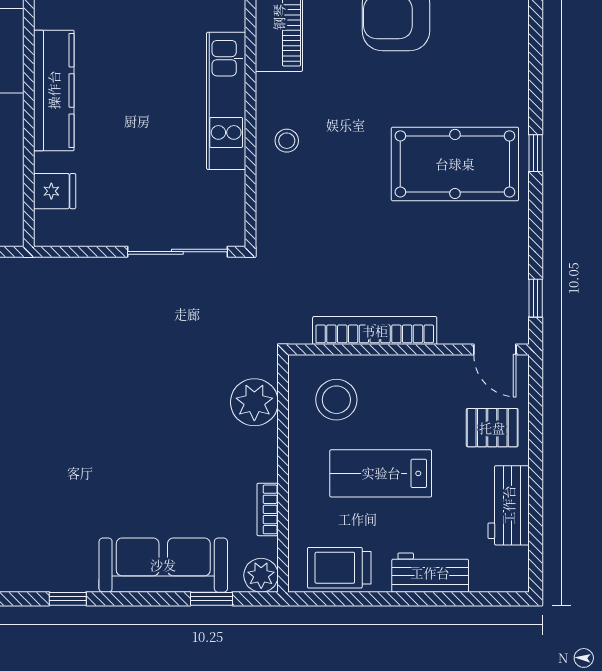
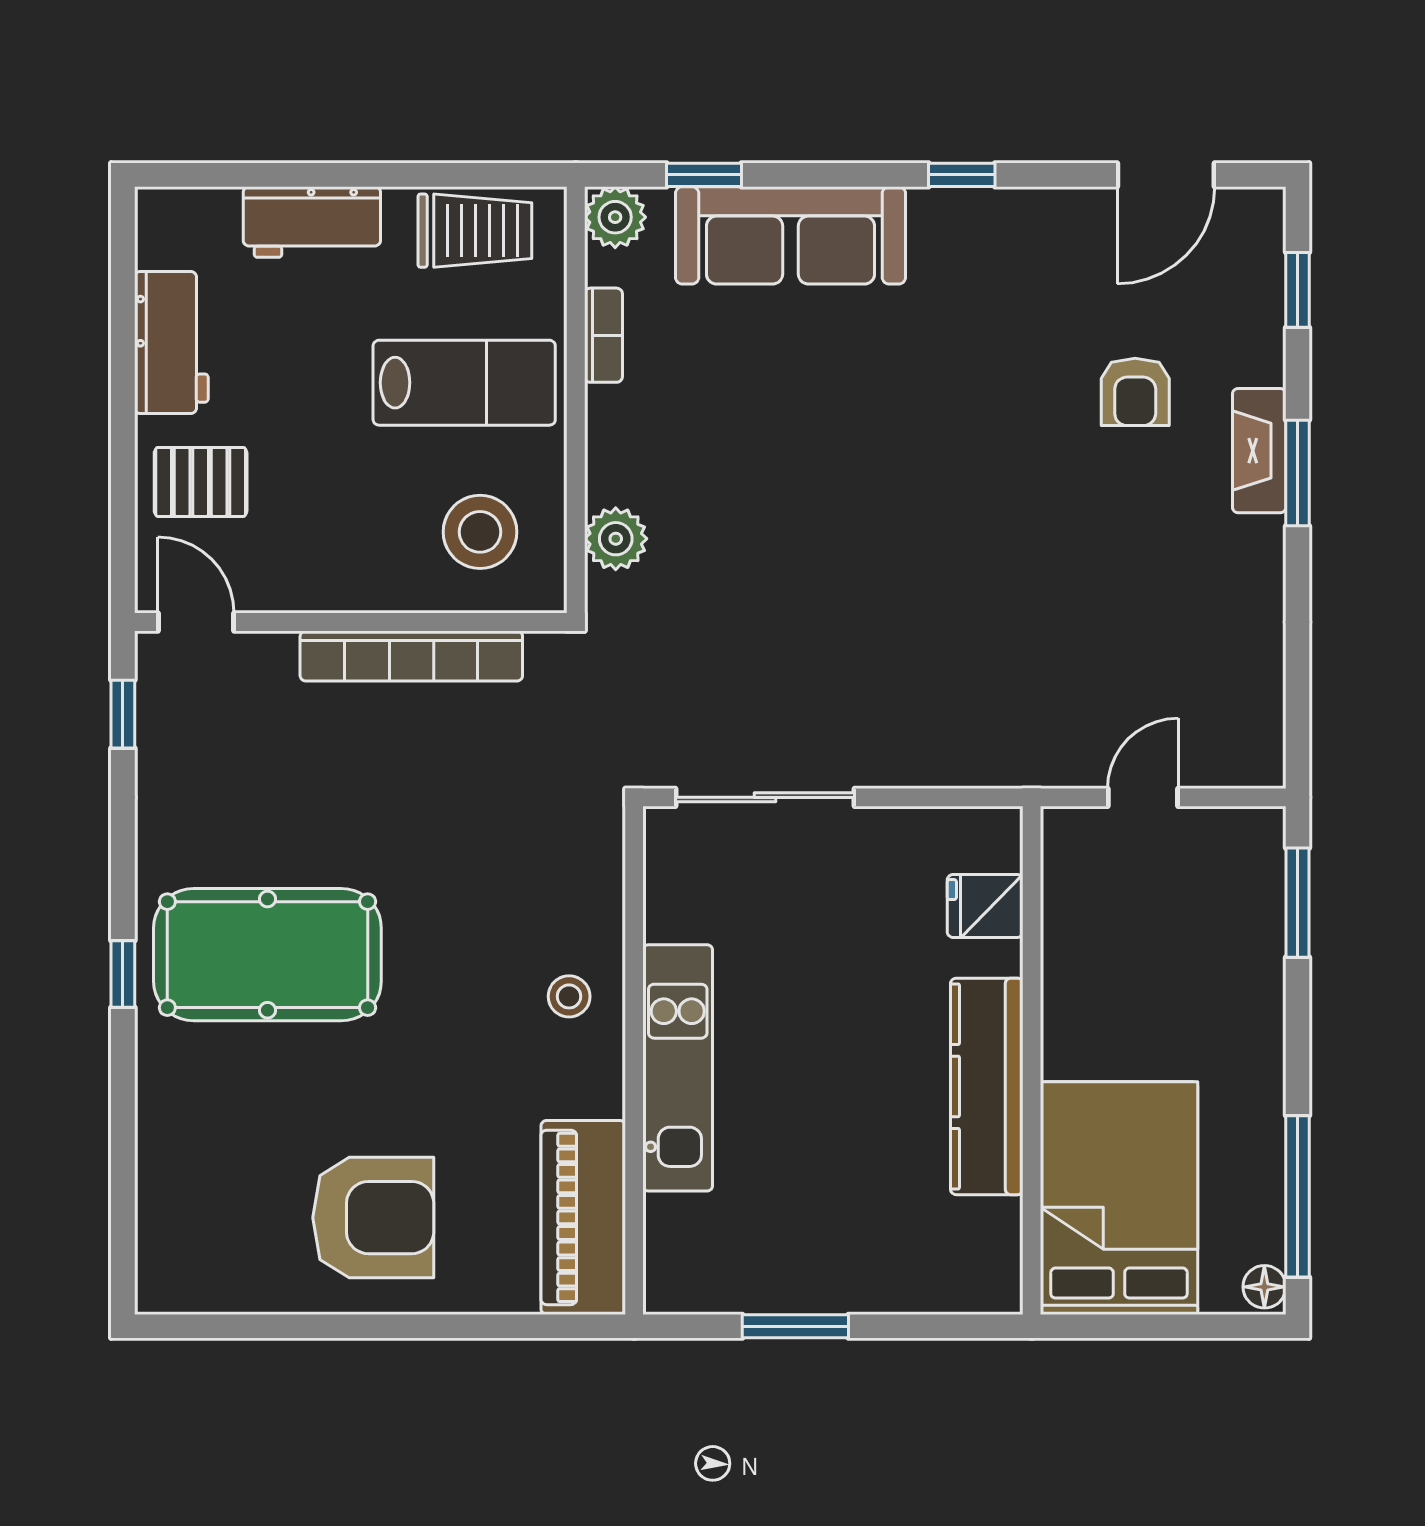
plant: (254, 402) -> (616, 539), width x0.73, depth x0.73
lab bench: (381, 473) -> (464, 383), moved

